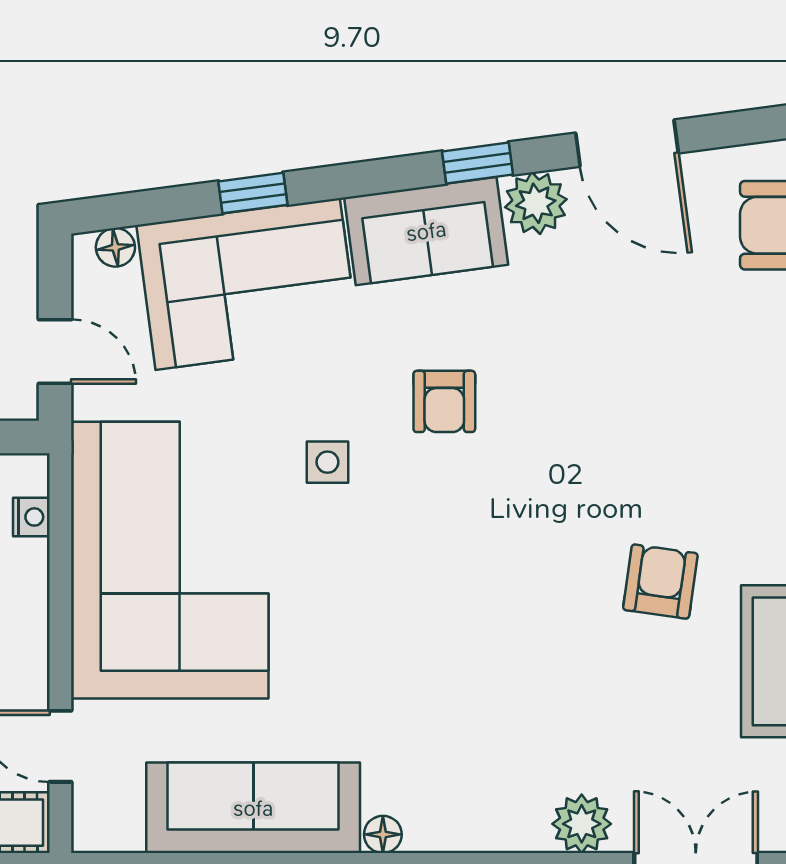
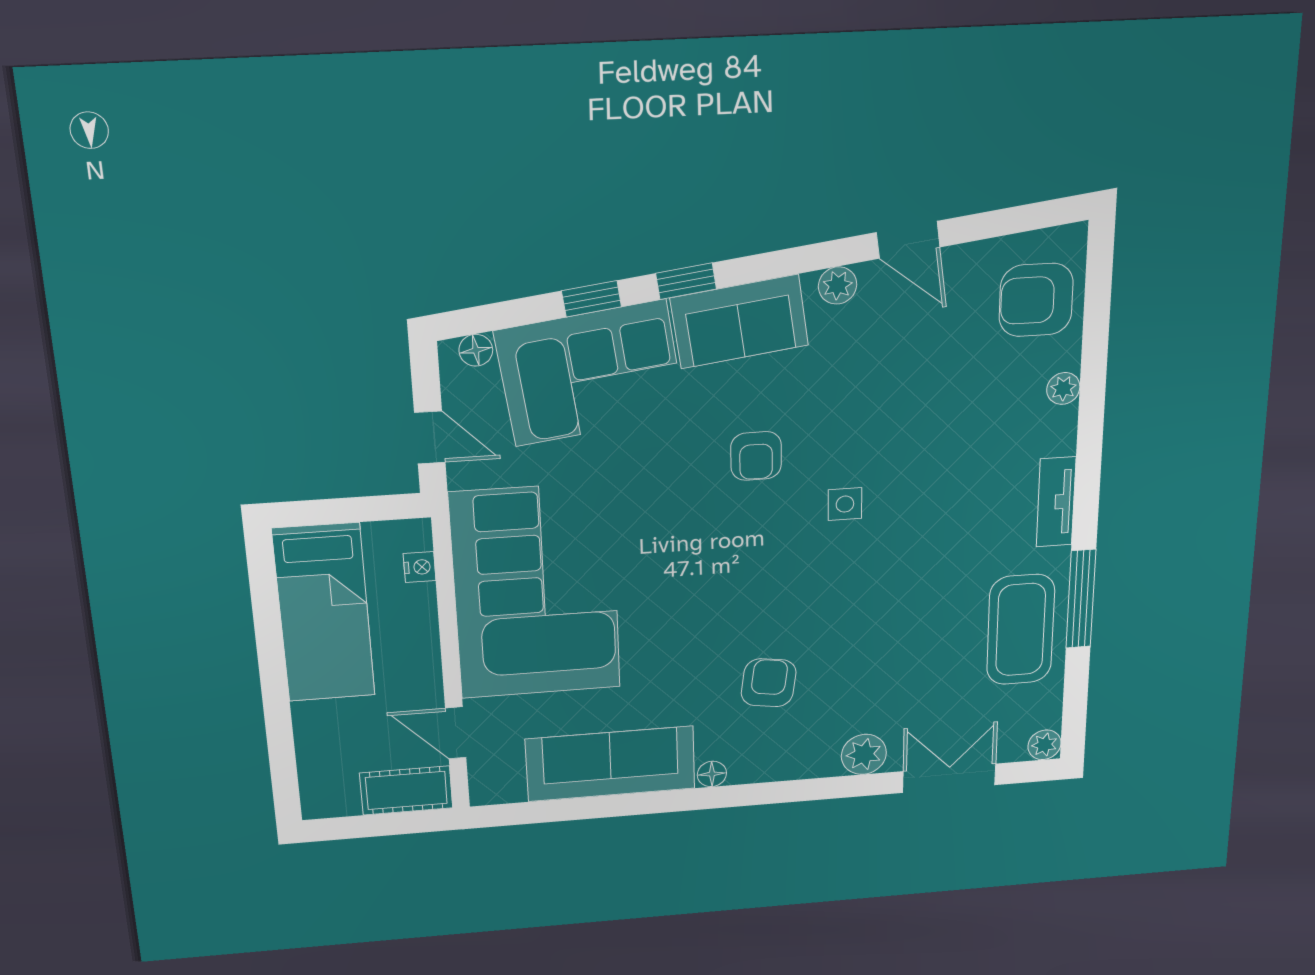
door: (627, 143) -> (908, 240), width x0.73
window: (478, 163) -> (686, 281), moved
plant: (536, 203) -> (838, 285), width x0.73, depth x0.73
side table: (327, 462) -> (845, 504), moved
armchair: (660, 582) -> (769, 683), moved

